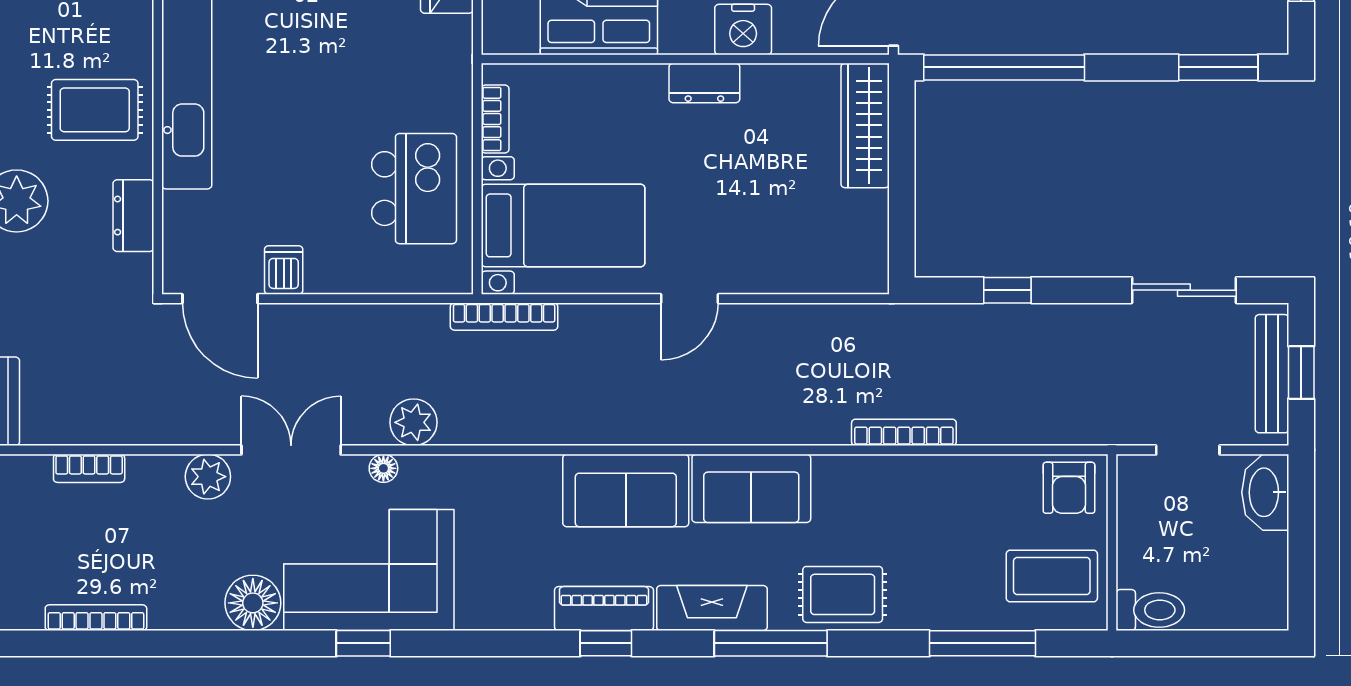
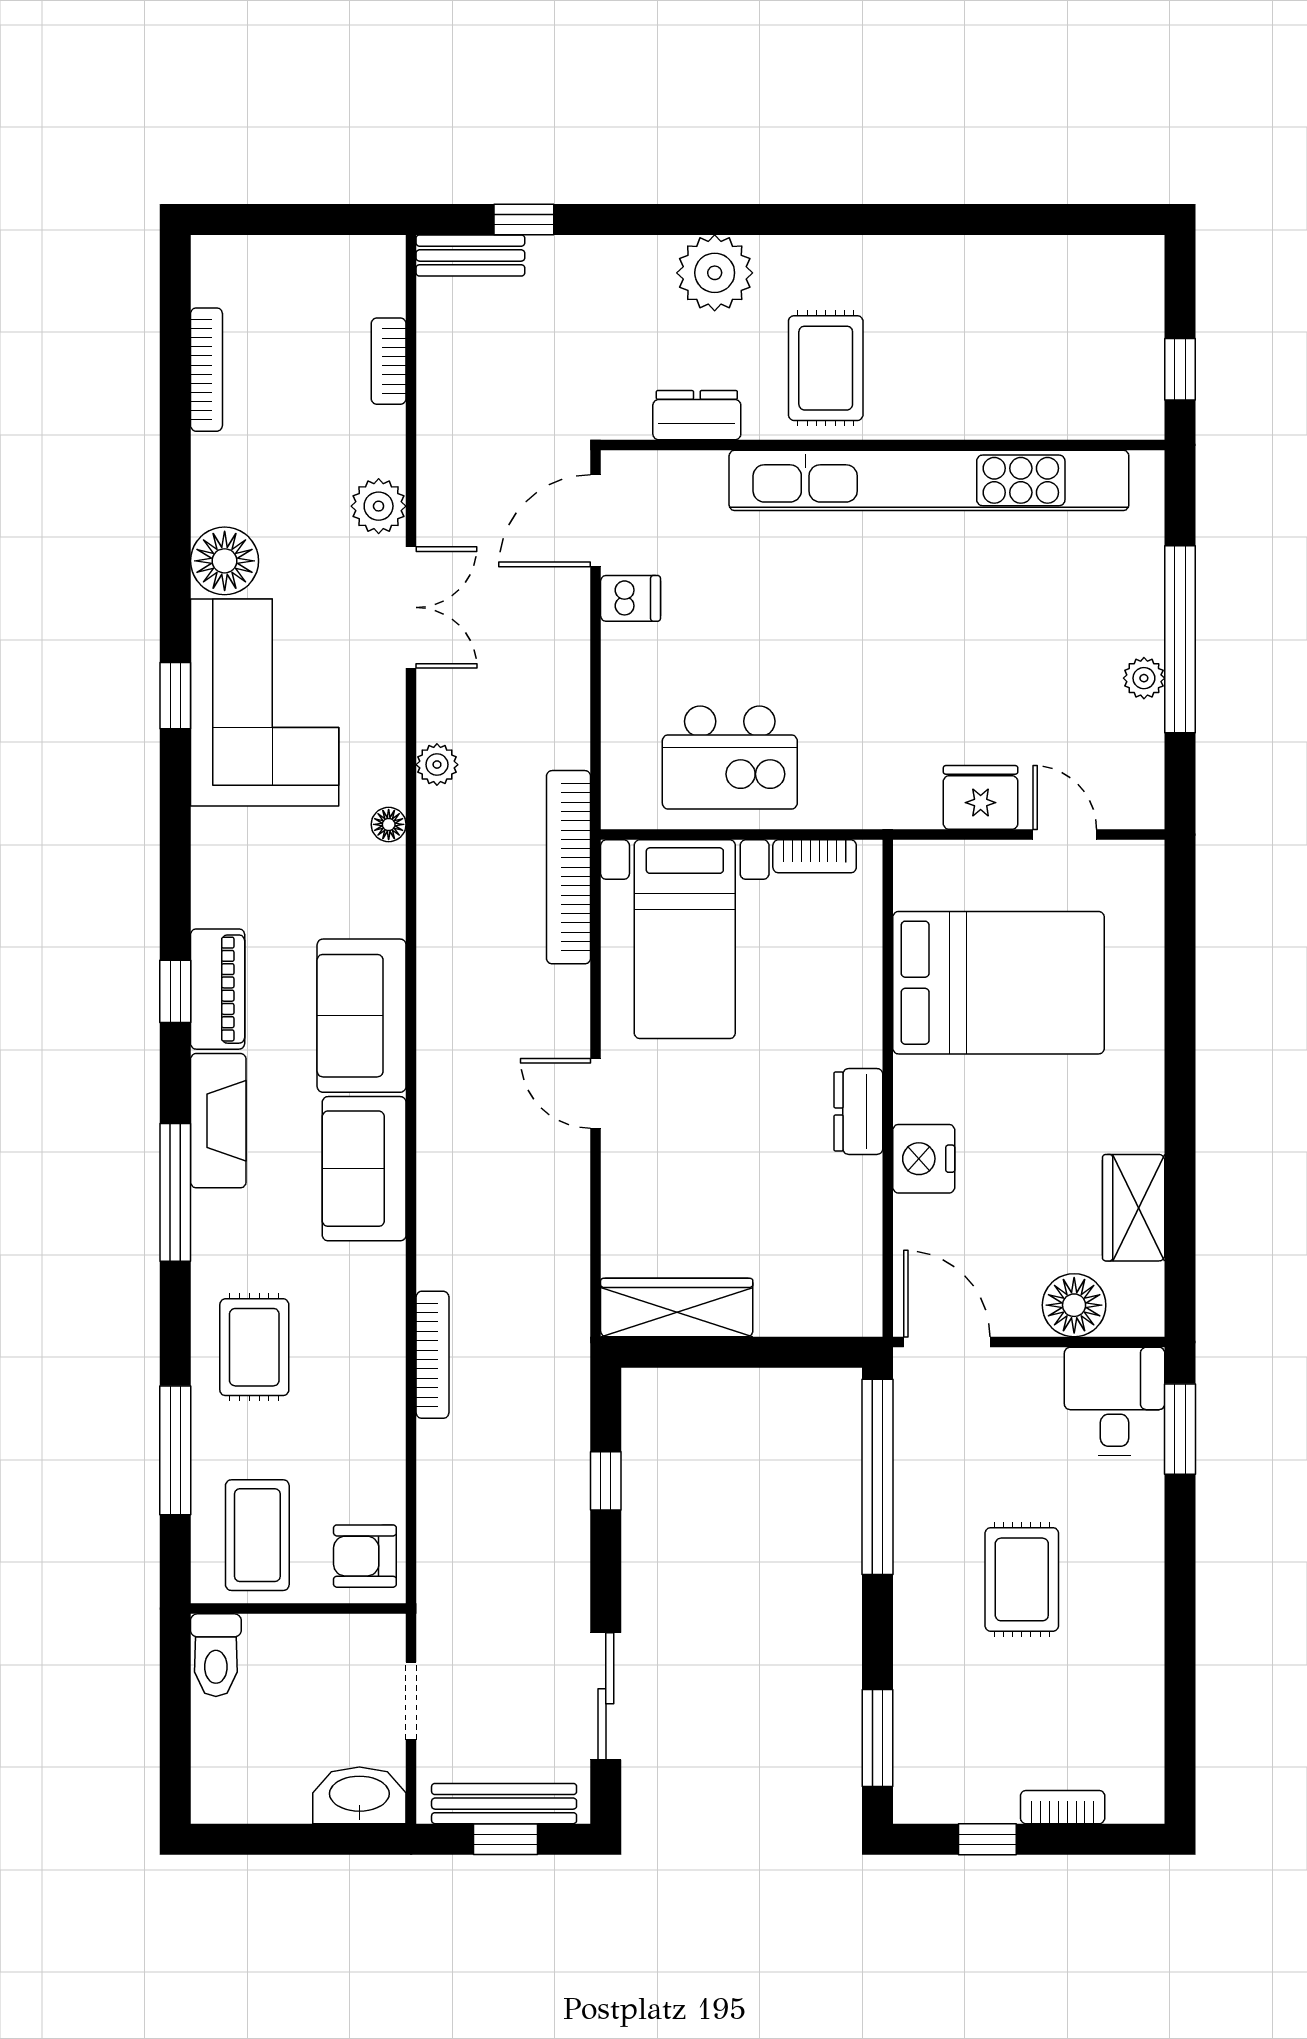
wardrobe: (865, 125) -> (677, 1308), moved
bookcase: (504, 317) -> (569, 867), width x1.48, depth x1.31
plant: (413, 422) -> (437, 765), width x0.73, depth x0.73
floor lamp: (383, 468) -> (389, 824), moved
rug: (843, 594) -> (254, 1347), moved

